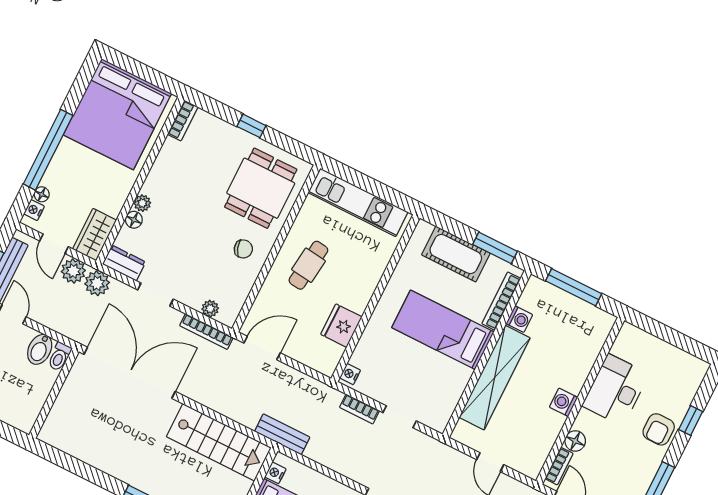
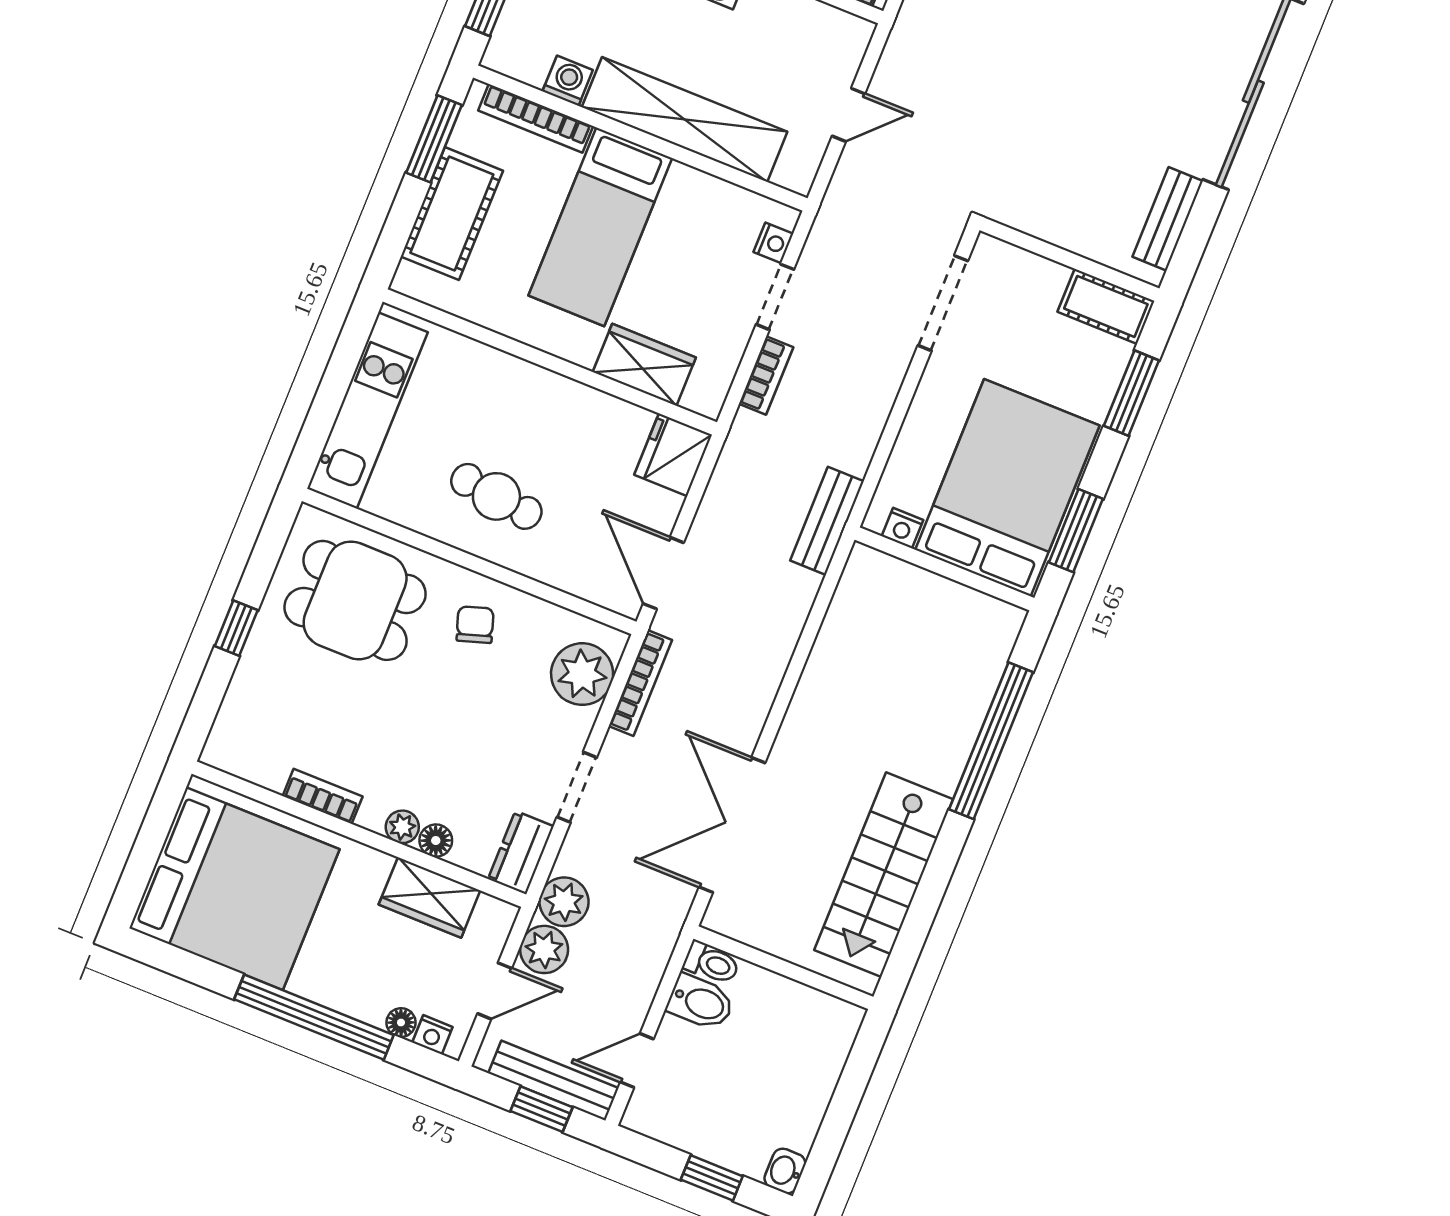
bookcase: (183, 121) -> (323, 796), moved
wardrobe: (95, 235) -> (430, 897), moved
plant: (210, 309) -> (582, 674), width x1.88, depth x1.88
fridge: (341, 326) -> (673, 455), moved, turned 90
wardrobe: (370, 347) -> (644, 365), added
double door: (130, 373) -> (732, 825), width x0.73
nightstand: (350, 374) -> (773, 243), moved, turned -90
stairs: (219, 442) -> (884, 875), moved, turned 180

